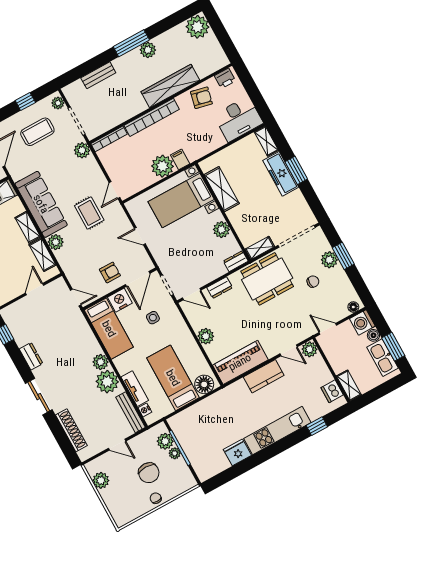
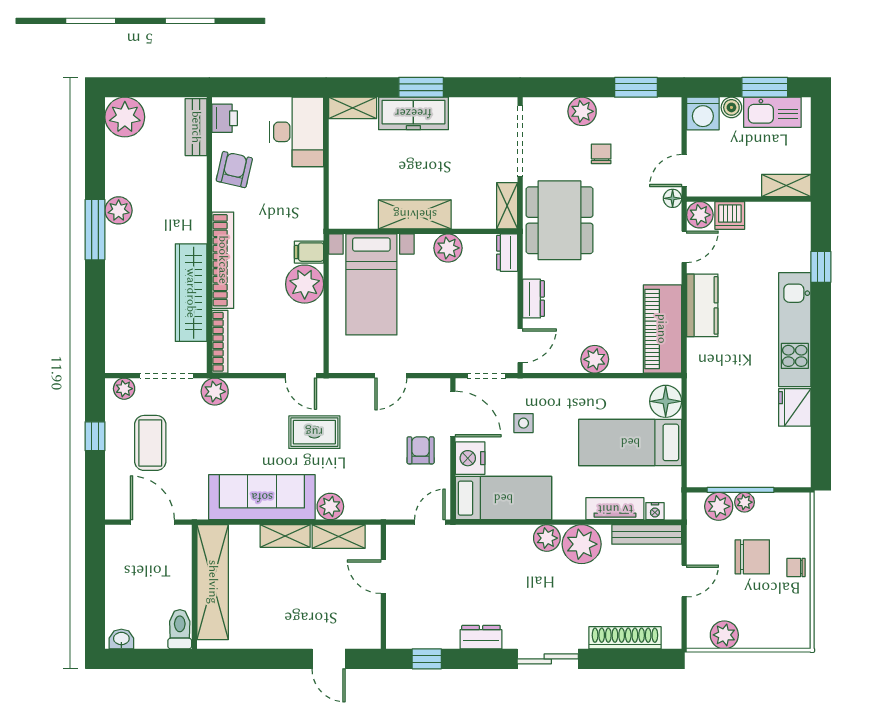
bench: (98, 75) -> (196, 127), moved
wardrobe: (170, 86) -> (191, 293), moved
shelving: (222, 189) -> (415, 214), moved
window: (343, 256) -> (636, 87), moved
floor lamp: (353, 307) -> (673, 198), moved
dishwasher: (332, 391) -> (730, 215), moved

